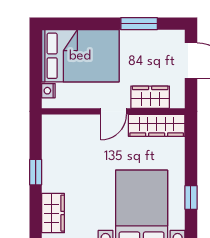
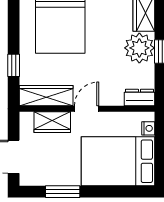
dresser: (58, 123) -> (139, 97), added
plant: (58, 176) -> (139, 48), added
window: (191, 198) -> (14, 65), moved

